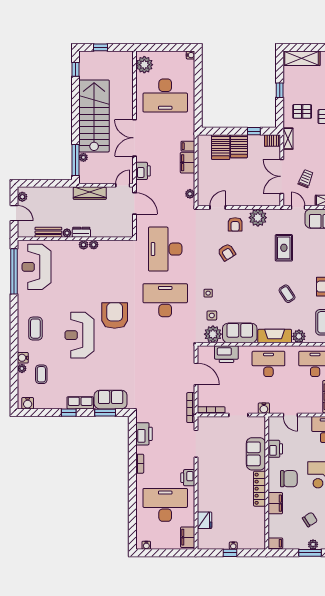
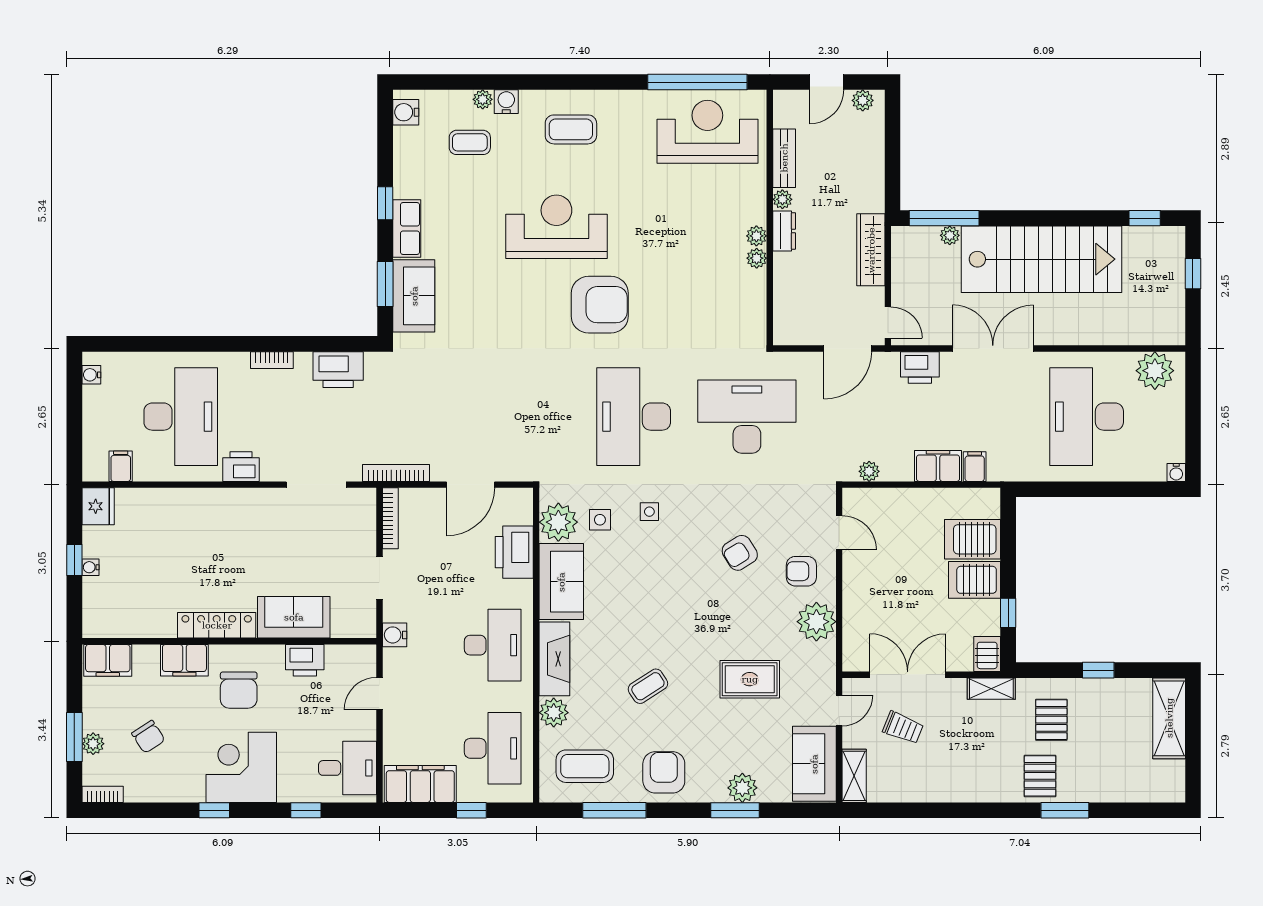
desk: (165, 300) -> (634, 417), turned 180
fridge: (205, 520) -> (98, 506), moved, turned -90
filing cabinet: (188, 537) -> (121, 466), width x0.50
filing cabinet: (275, 543) -> (108, 660), width x2.00

